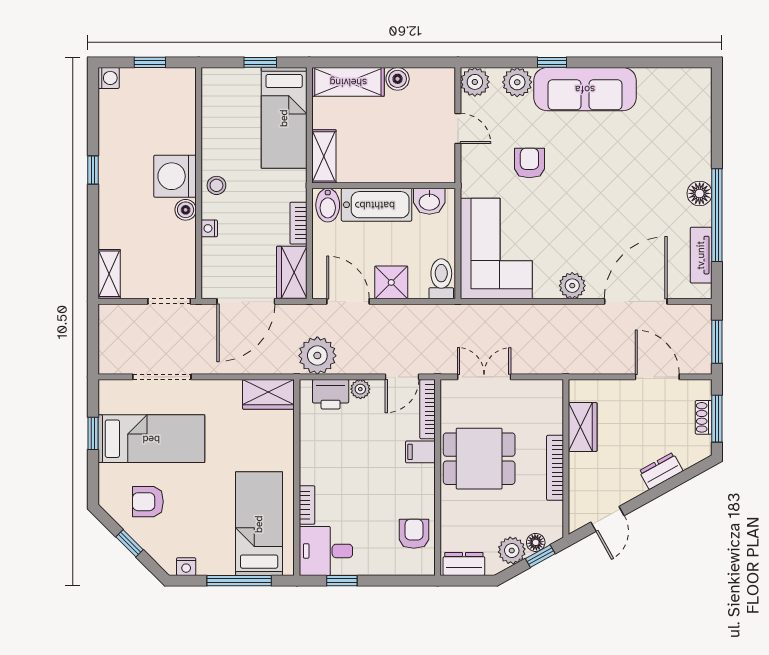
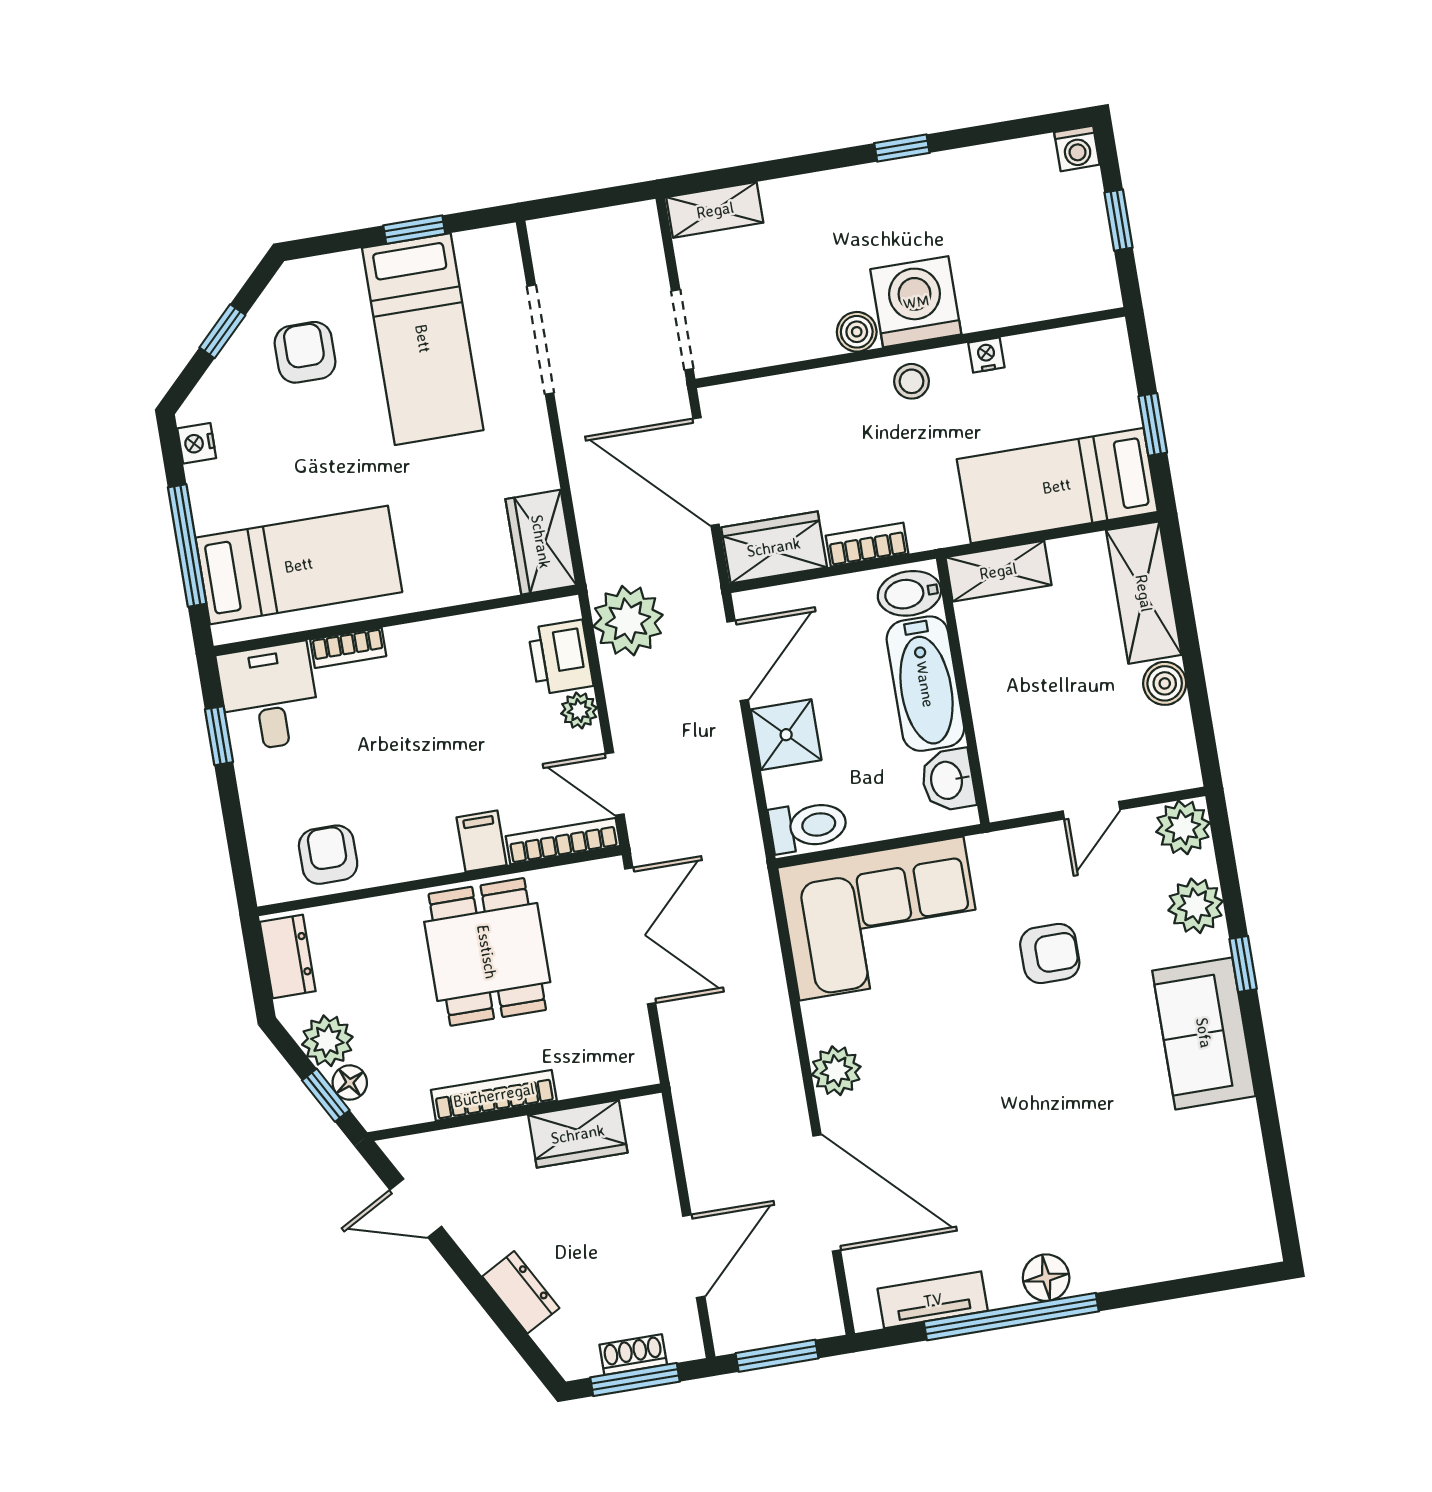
sofa: (585, 89) -> (1204, 1033), width x0.73
nightstand: (209, 228) -> (986, 355), moved
double door: (484, 377) -> (640, 936), width x1.37
armchair: (414, 534) -> (328, 855), turned -90

